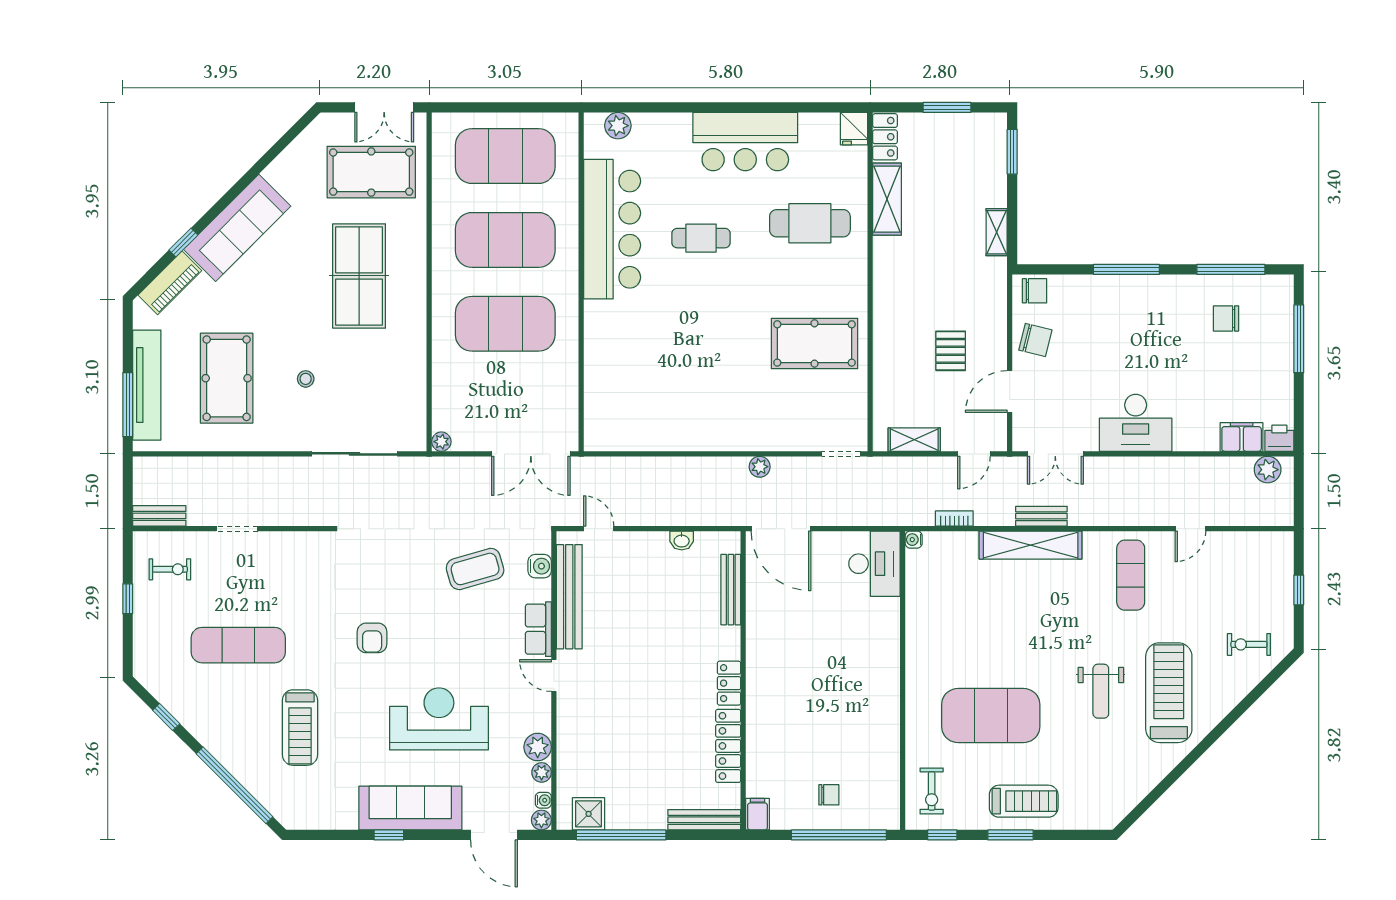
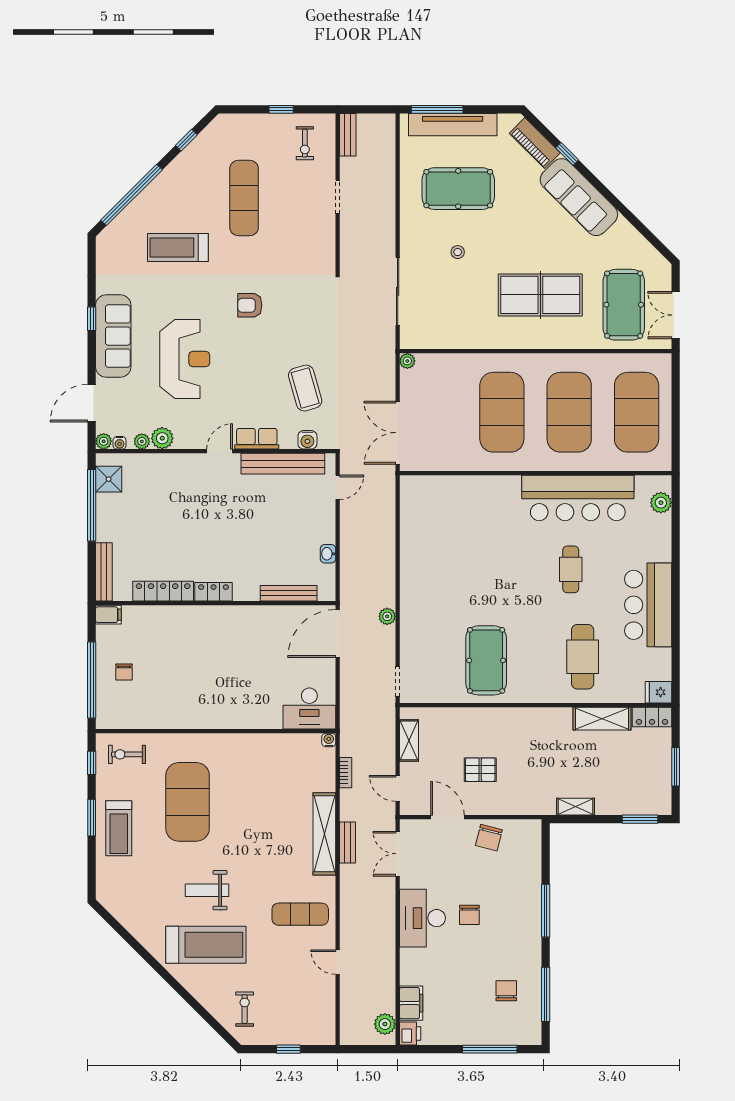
chair: (1035, 291) -> (469, 915), moved

